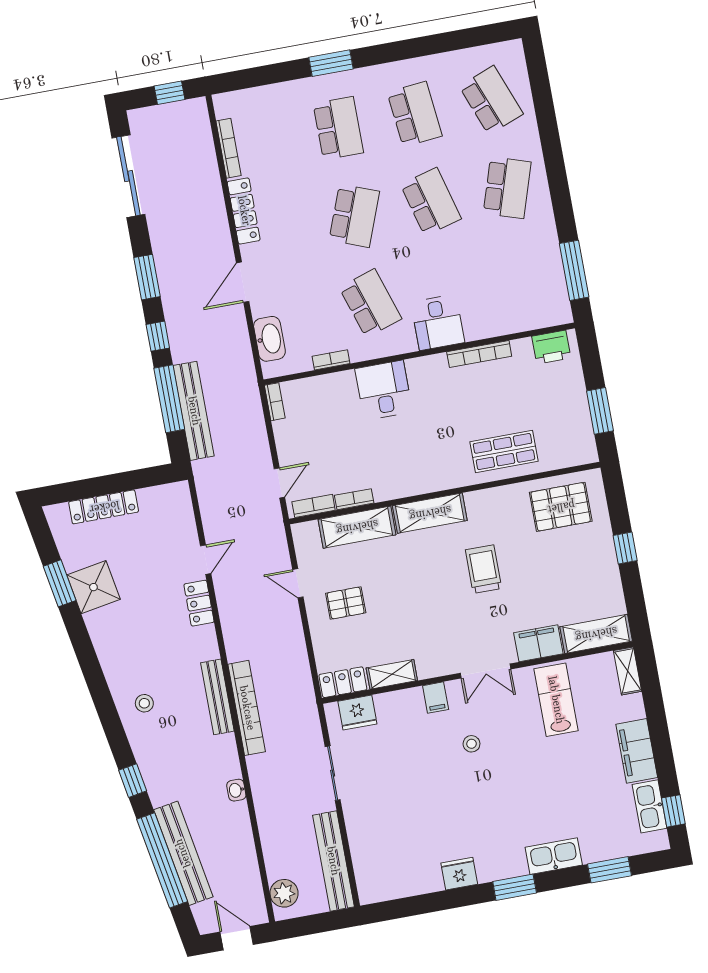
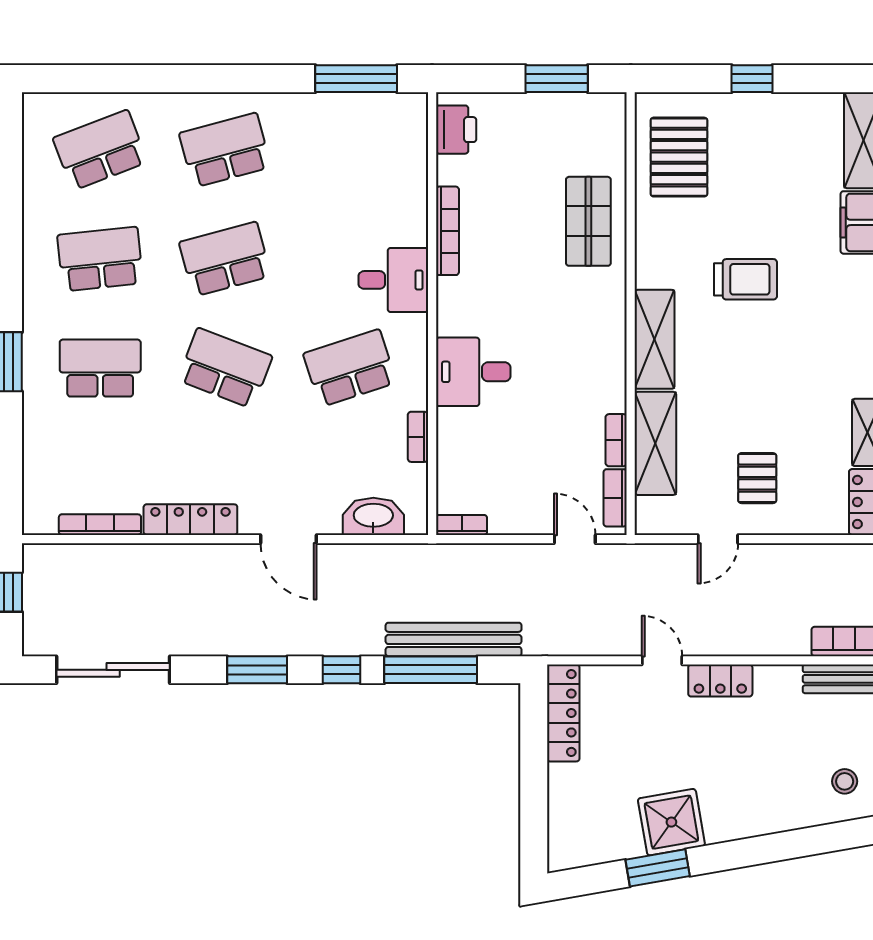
school desk: (507, 188) -> (225, 150), turned -33
locker: (104, 507) -> (563, 713), moved
trolley: (484, 569) -> (745, 279), turned 180

